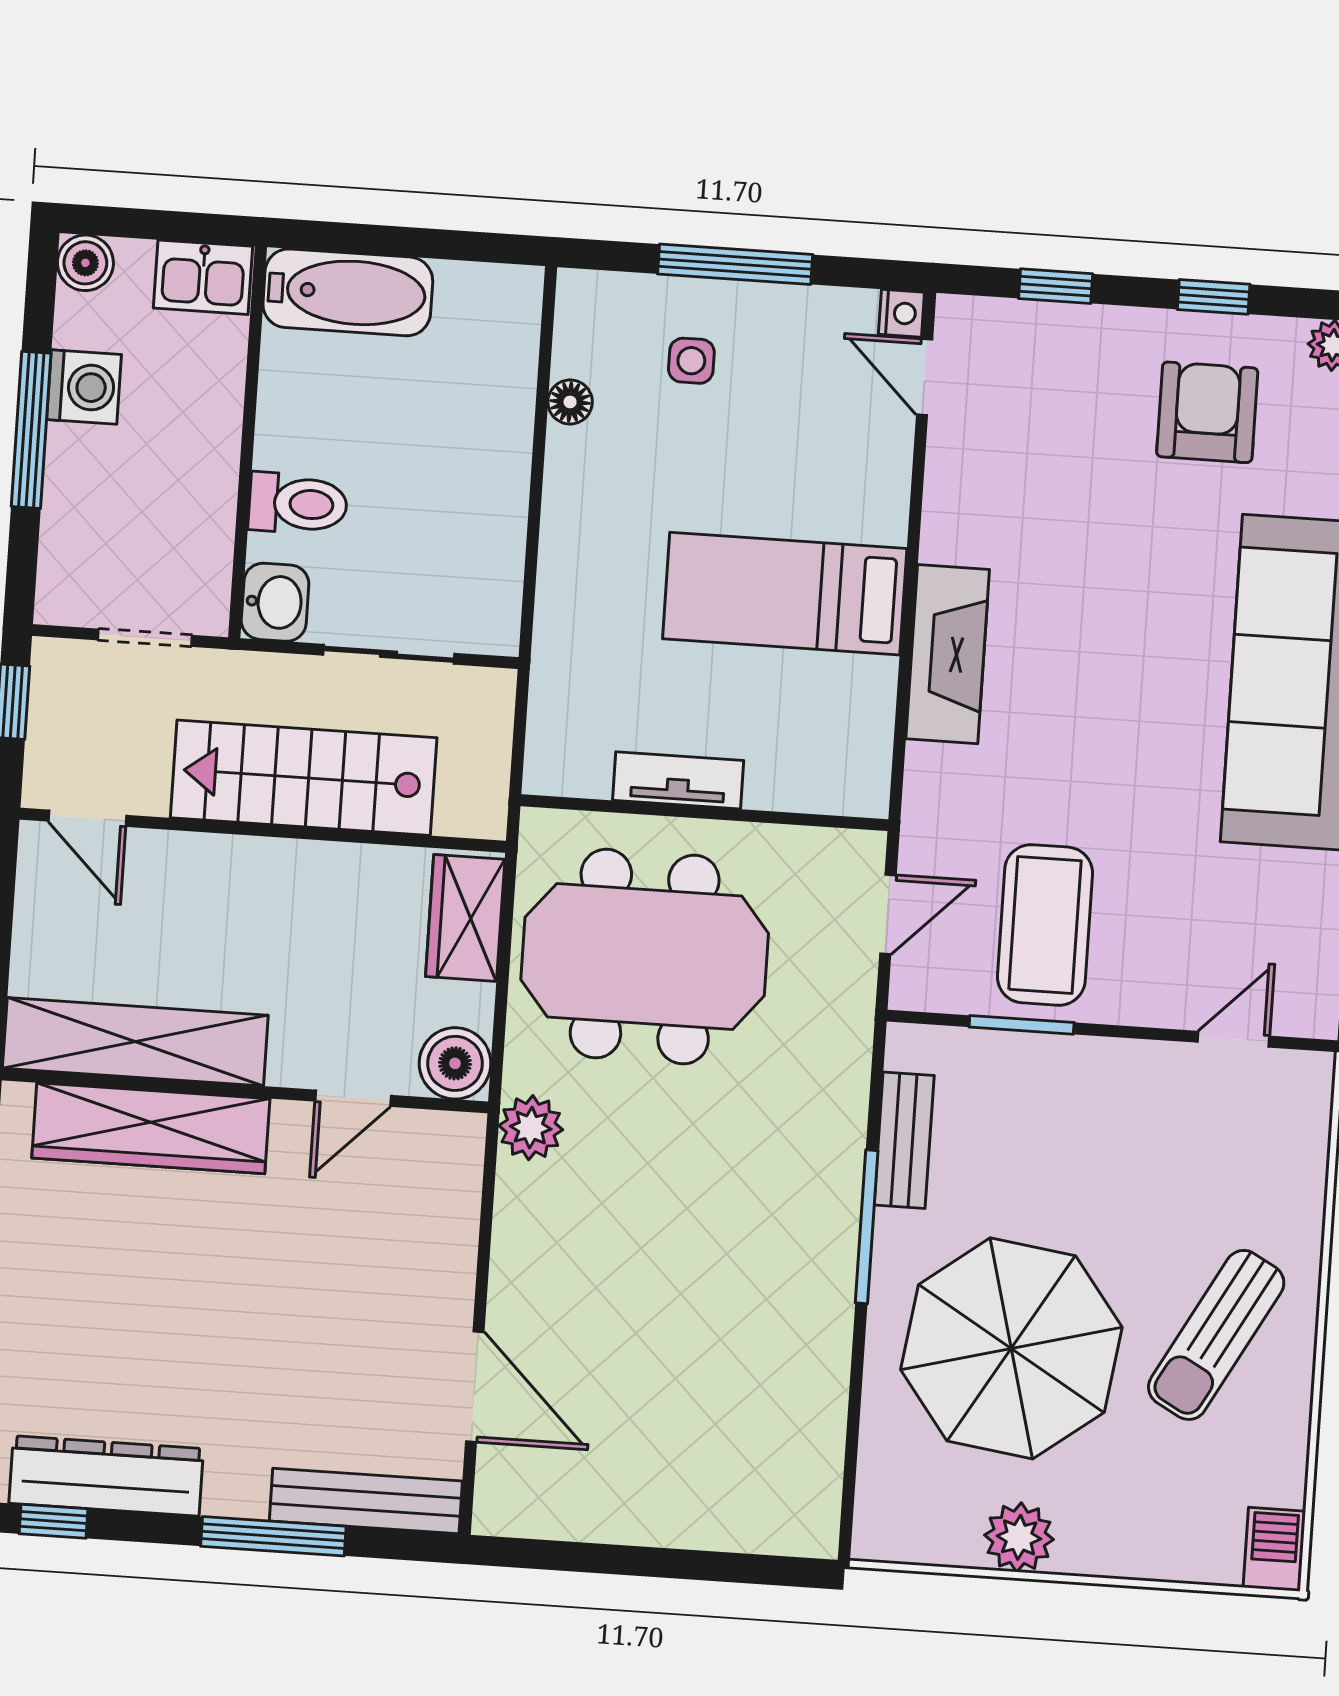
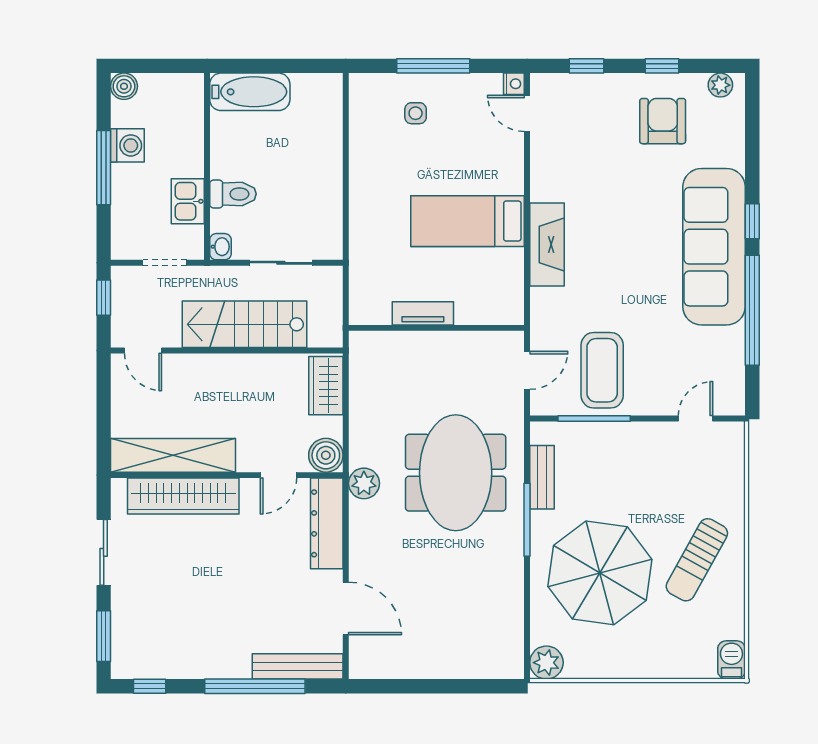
kitchen sink: (203, 277) -> (188, 201), moved, turned 90
floor lamp: (570, 402) -> (359, 137), removed
washbasin: (275, 602) -> (220, 247), width x0.72, depth x0.69
meeting table: (645, 957) -> (456, 473), moved, turned 90
window: (1022, 1025) -> (594, 419), width x1.44
dresser: (106, 1476) -> (327, 523), moved, turned -90
window: (273, 1536) -> (255, 686), width x1.46
plant: (1019, 1537) -> (546, 663), moved

